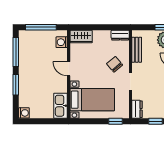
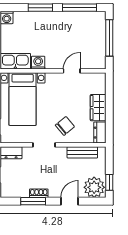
wardrobe: (81, 37) -> (98, 108), moved
washing machine: (62, 42) -> (38, 63), moved
door: (69, 69) -> (72, 71), moved

